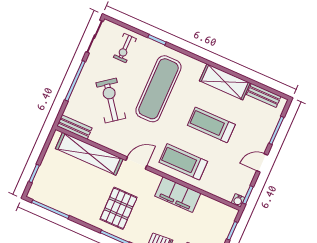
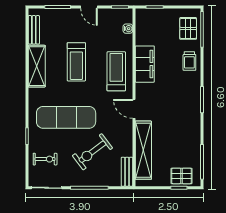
treadmill: (183, 162) -> (116, 71), turned 180
water cooler: (238, 200) -> (128, 29), moved
pallet: (119, 208) -> (181, 176), moved, width x0.67, depth x0.71

